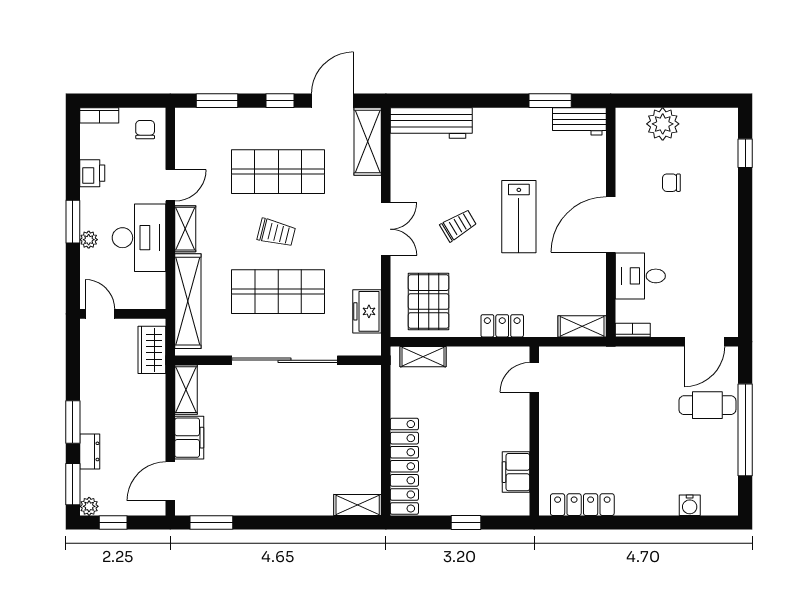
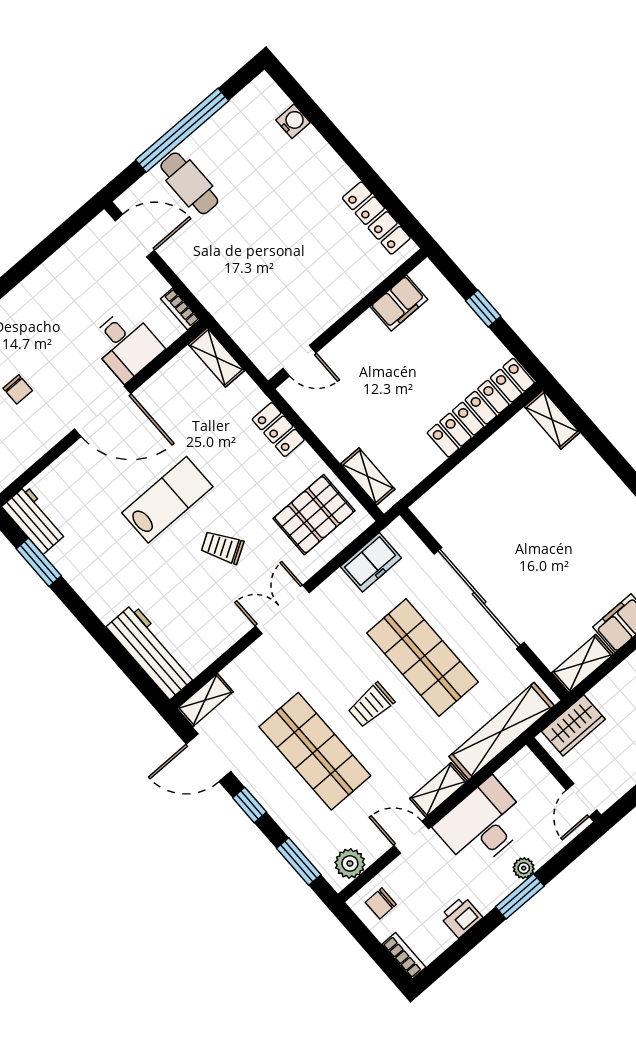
plant: (187, 132) -> (350, 863), added
shelving: (368, 141) -> (205, 700), width x0.67, depth x0.75
trolley: (276, 233) -> (371, 705), turned -104

